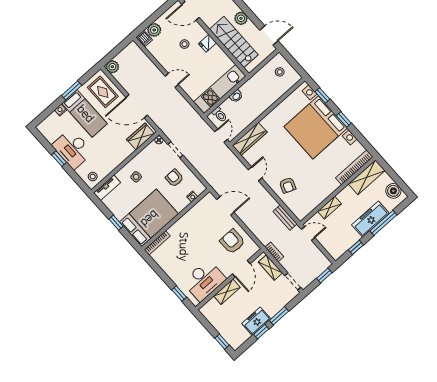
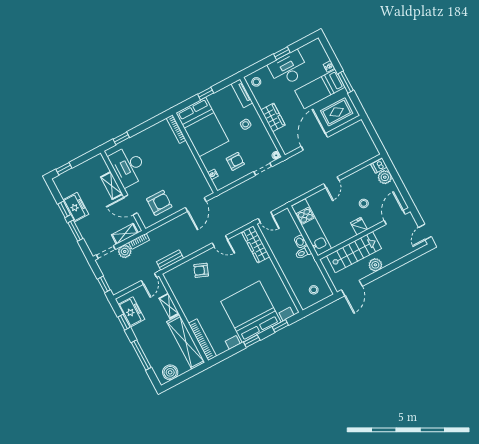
plant: (112, 67) -> (125, 251), moved
toilet: (220, 115) -> (303, 253), moved
wardrobe: (141, 136) -> (273, 117), moved
shelving: (367, 177) -> (186, 342), width x1.47
freezer: (370, 219) -> (131, 312), moved, width x0.71

